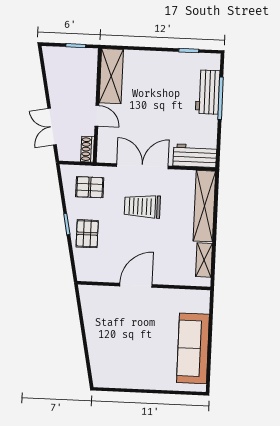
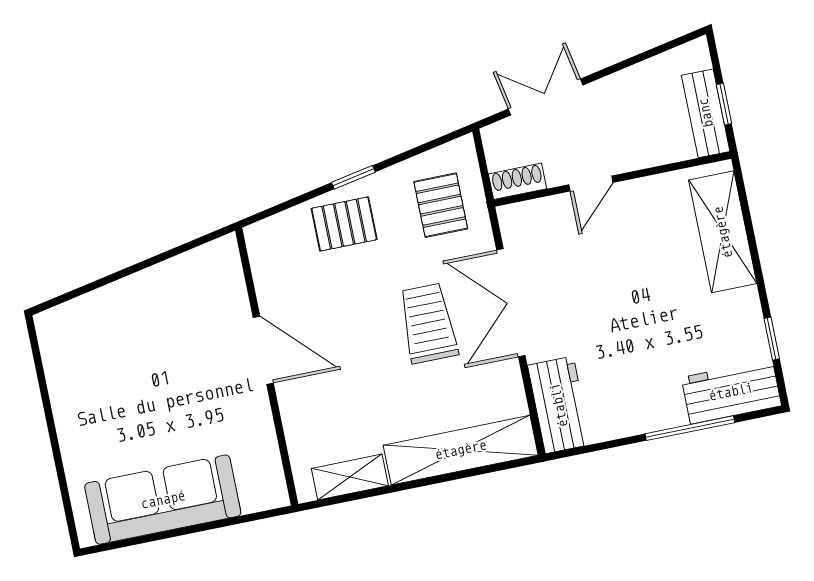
bench: (78, 55) -> (706, 113), added
shelving: (111, 76) -> (723, 232), moved, turned 90
workbench: (208, 92) -> (731, 392), moved
double door: (142, 166) -> (511, 303), swing flipped

